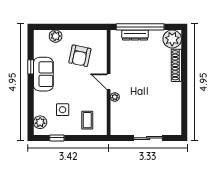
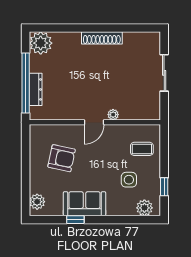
plant: (56, 36) -> (37, 202), moved
shoe rack: (176, 65) -> (102, 38), moved

